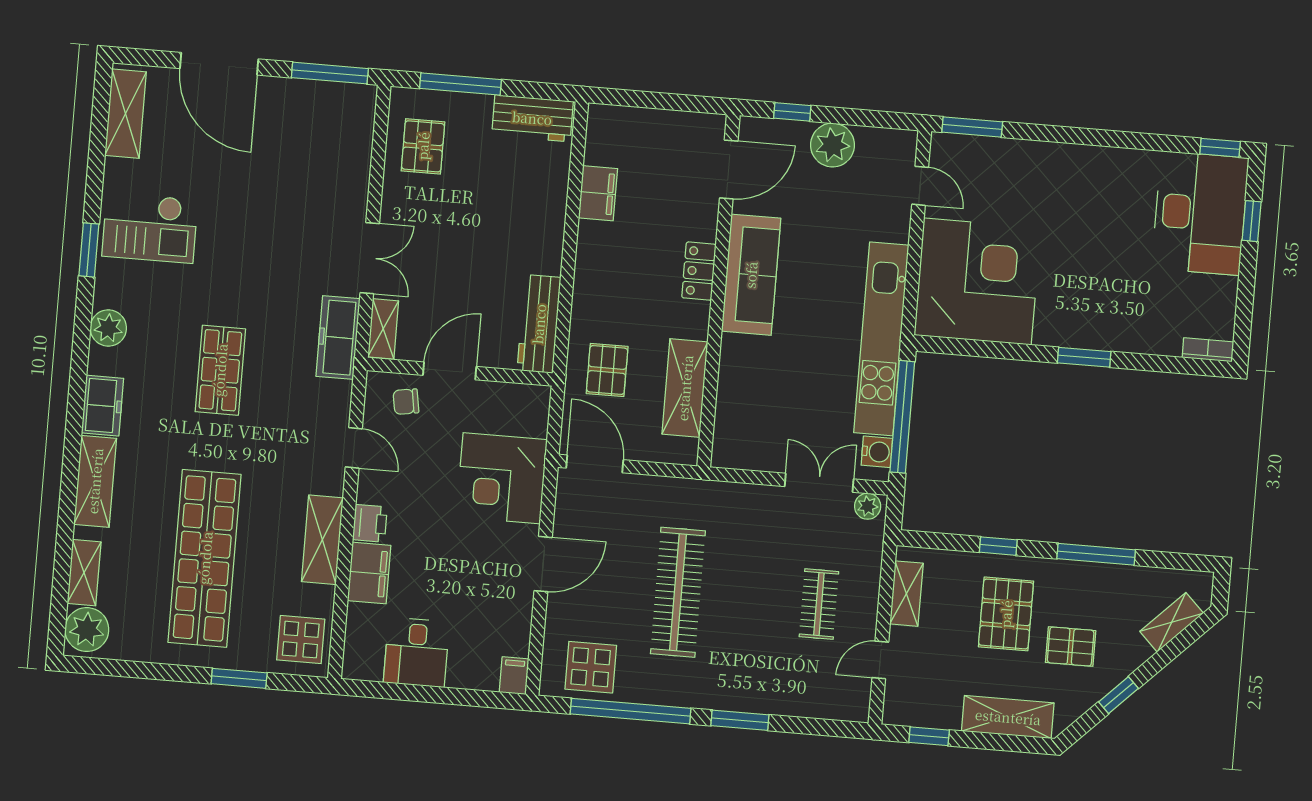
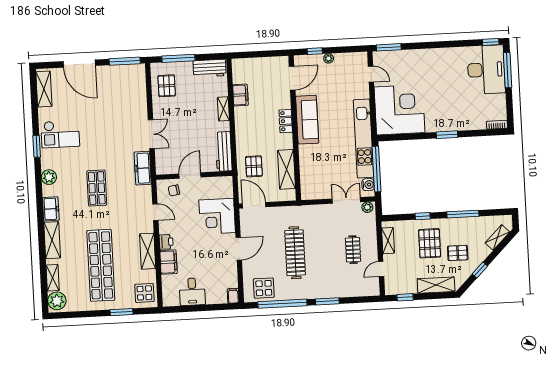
plant: (833, 145) -> (329, 58), width x0.53, depth x0.53
window: (1252, 221) -> (508, 70), width x2.17
shelving: (383, 329) -> (223, 109), moved

